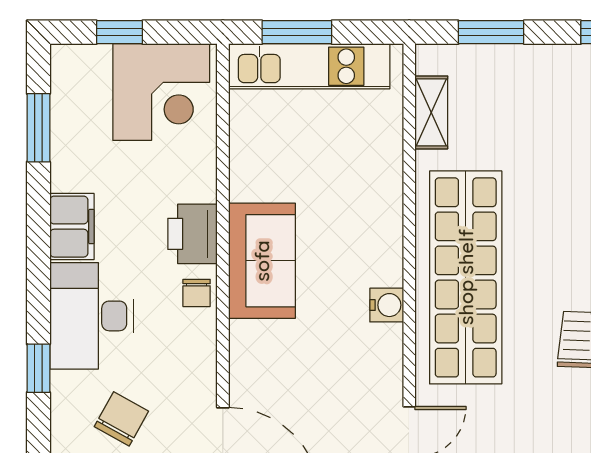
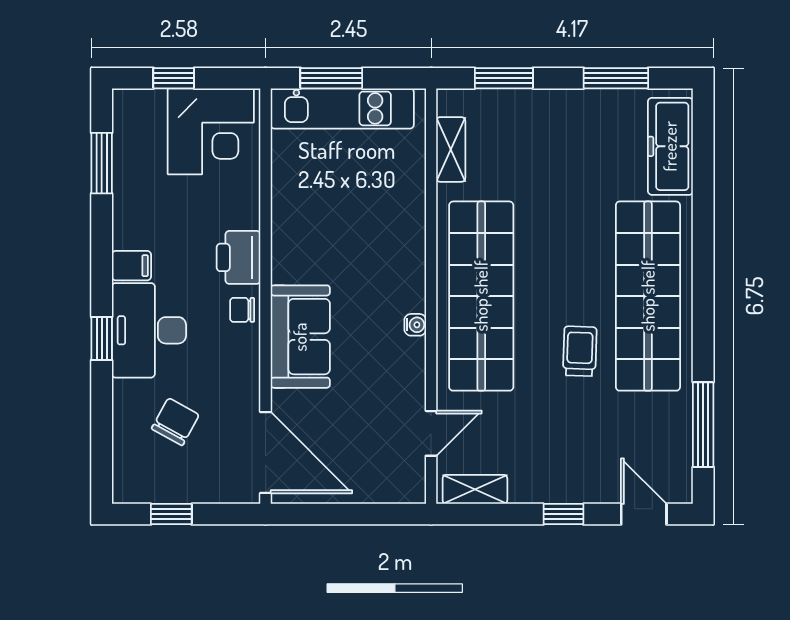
filing cabinet: (72, 227) -> (131, 266), width x0.50
sofa: (262, 261) -> (300, 337), moved
chair: (197, 293) -> (242, 310), turned 90
water cooler: (387, 305) -> (415, 325), width x0.72, depth x0.72
window: (38, 368) -> (102, 339), moved

